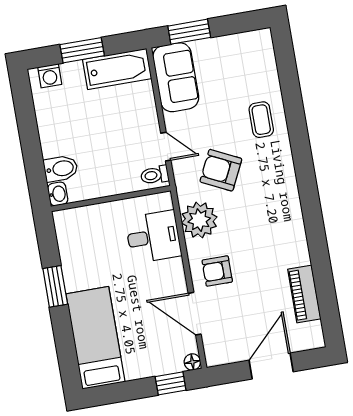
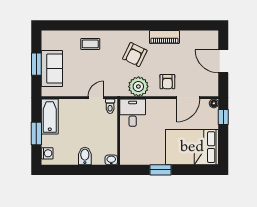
window: (189, 32) -> (36, 64), moved
sofa: (176, 77) -> (52, 69), moved, turned 90
bidet: (61, 169) -> (85, 156), moved
armchair: (221, 170) -> (135, 55), moved
desk: (153, 237) -> (133, 113), moved
piano: (304, 294) -> (164, 37), moved
bed: (95, 338) -> (192, 147), width x1.50

